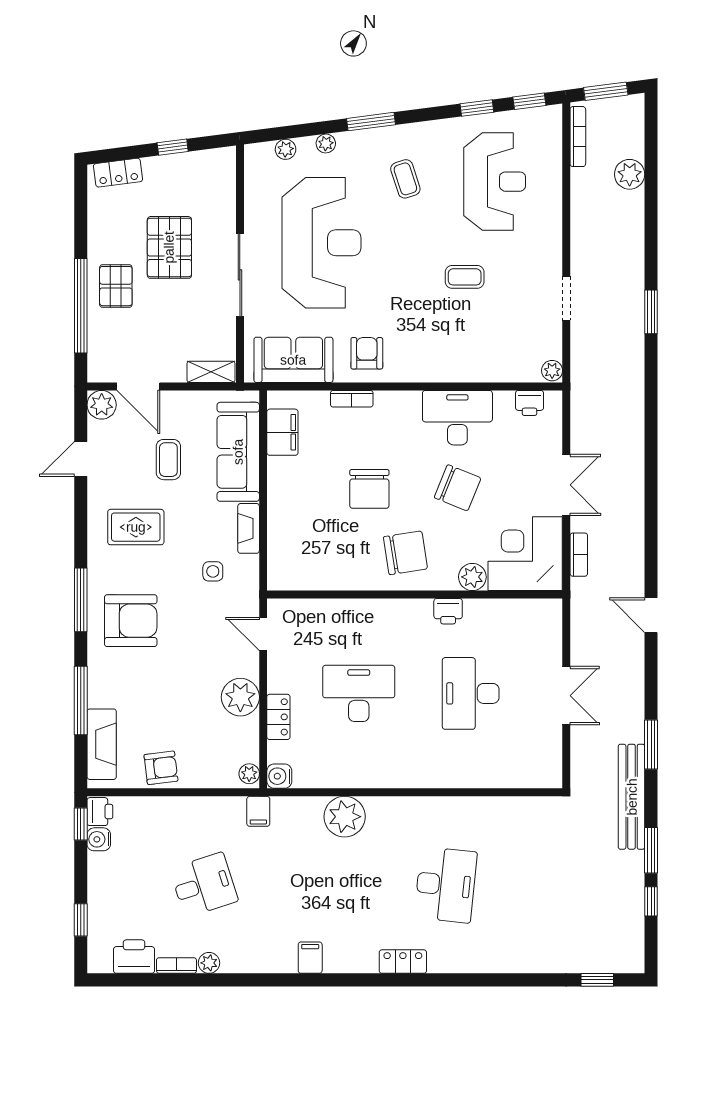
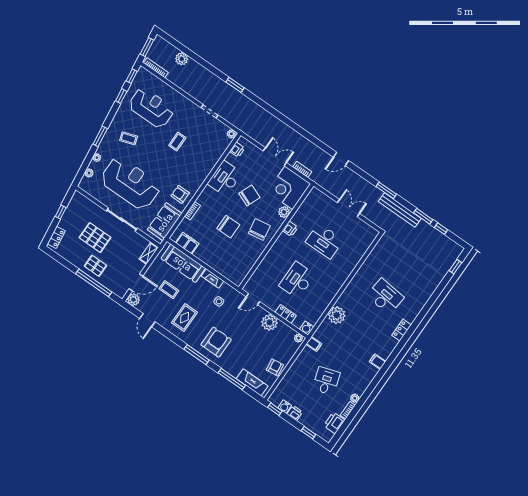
printer: (100, 812) -> (295, 413), moved

